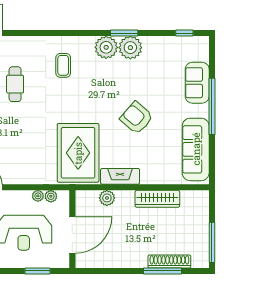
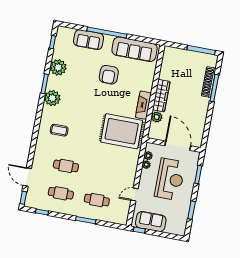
plant: (130, 48) -> (58, 67), moved
armchair: (137, 118) -> (109, 75), moved, turned -41
wardrobe: (157, 199) -> (161, 96), moved

